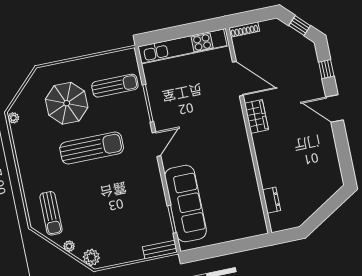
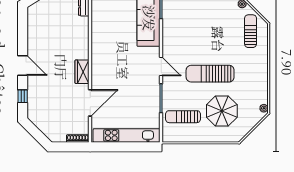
window: (300, 26) -> (36, 133), removed
door: (238, 79) -> (90, 103), swing flipped
door: (156, 144) -> (161, 66), swing flipped

